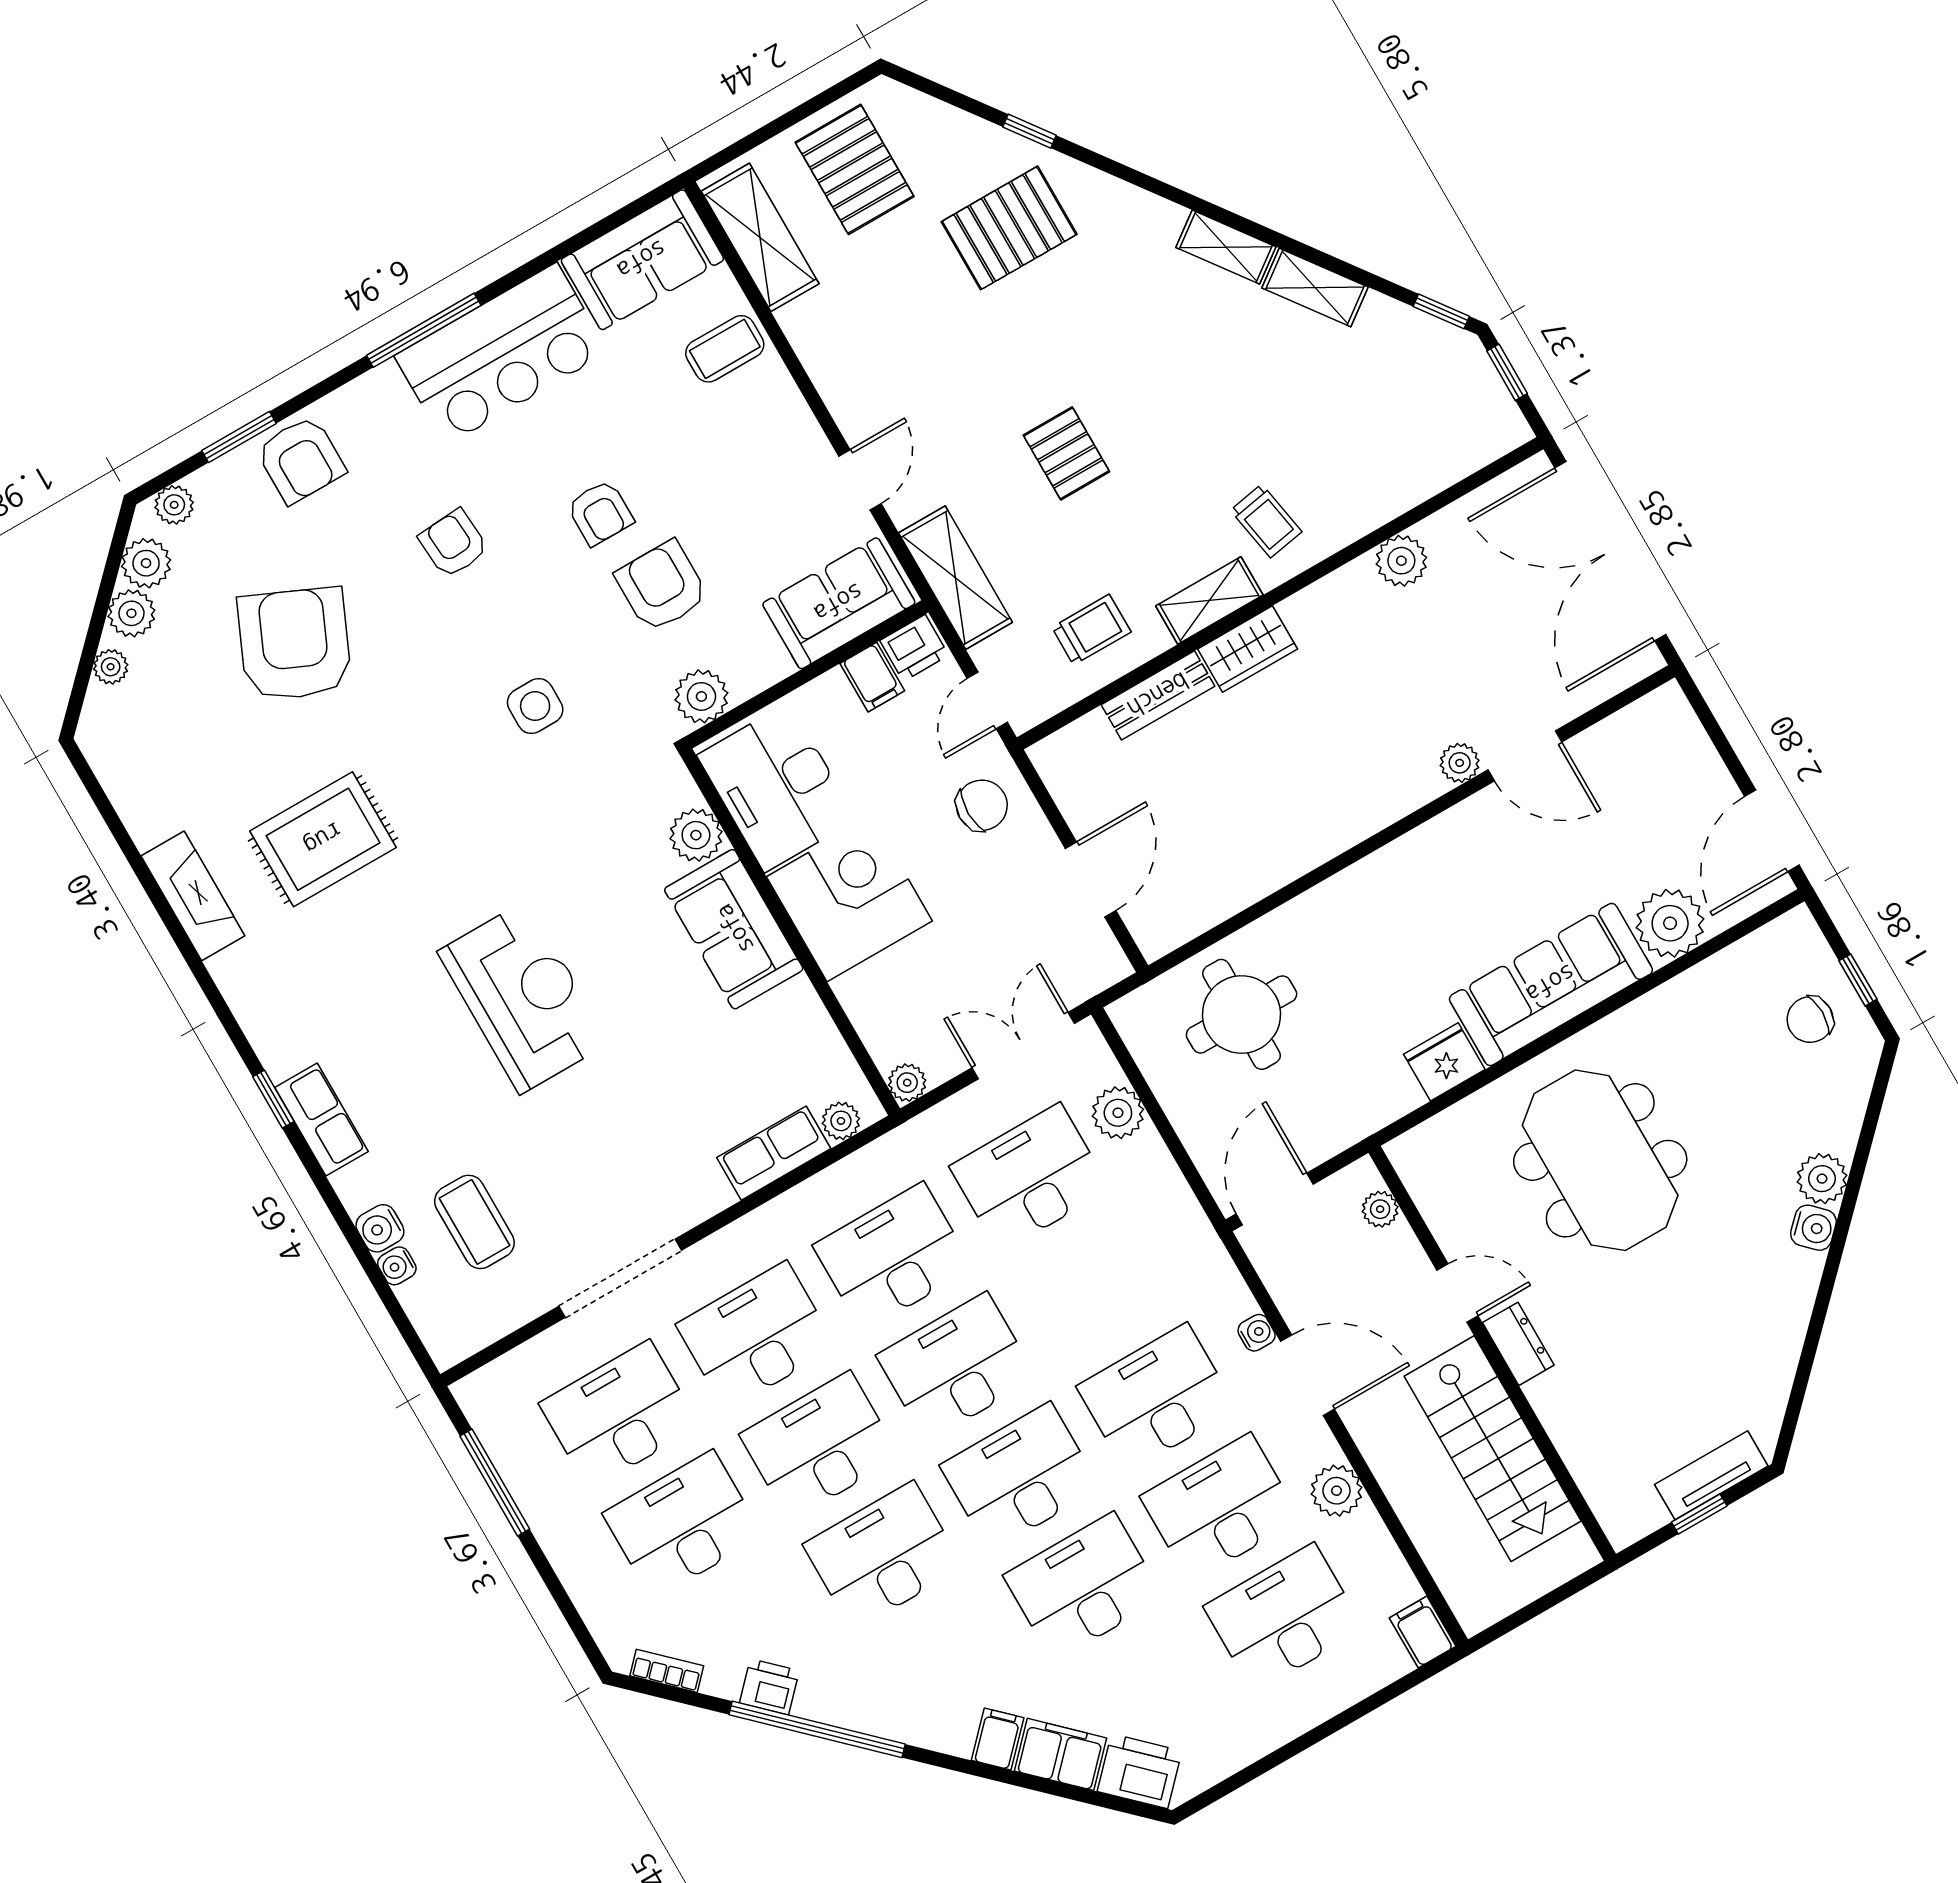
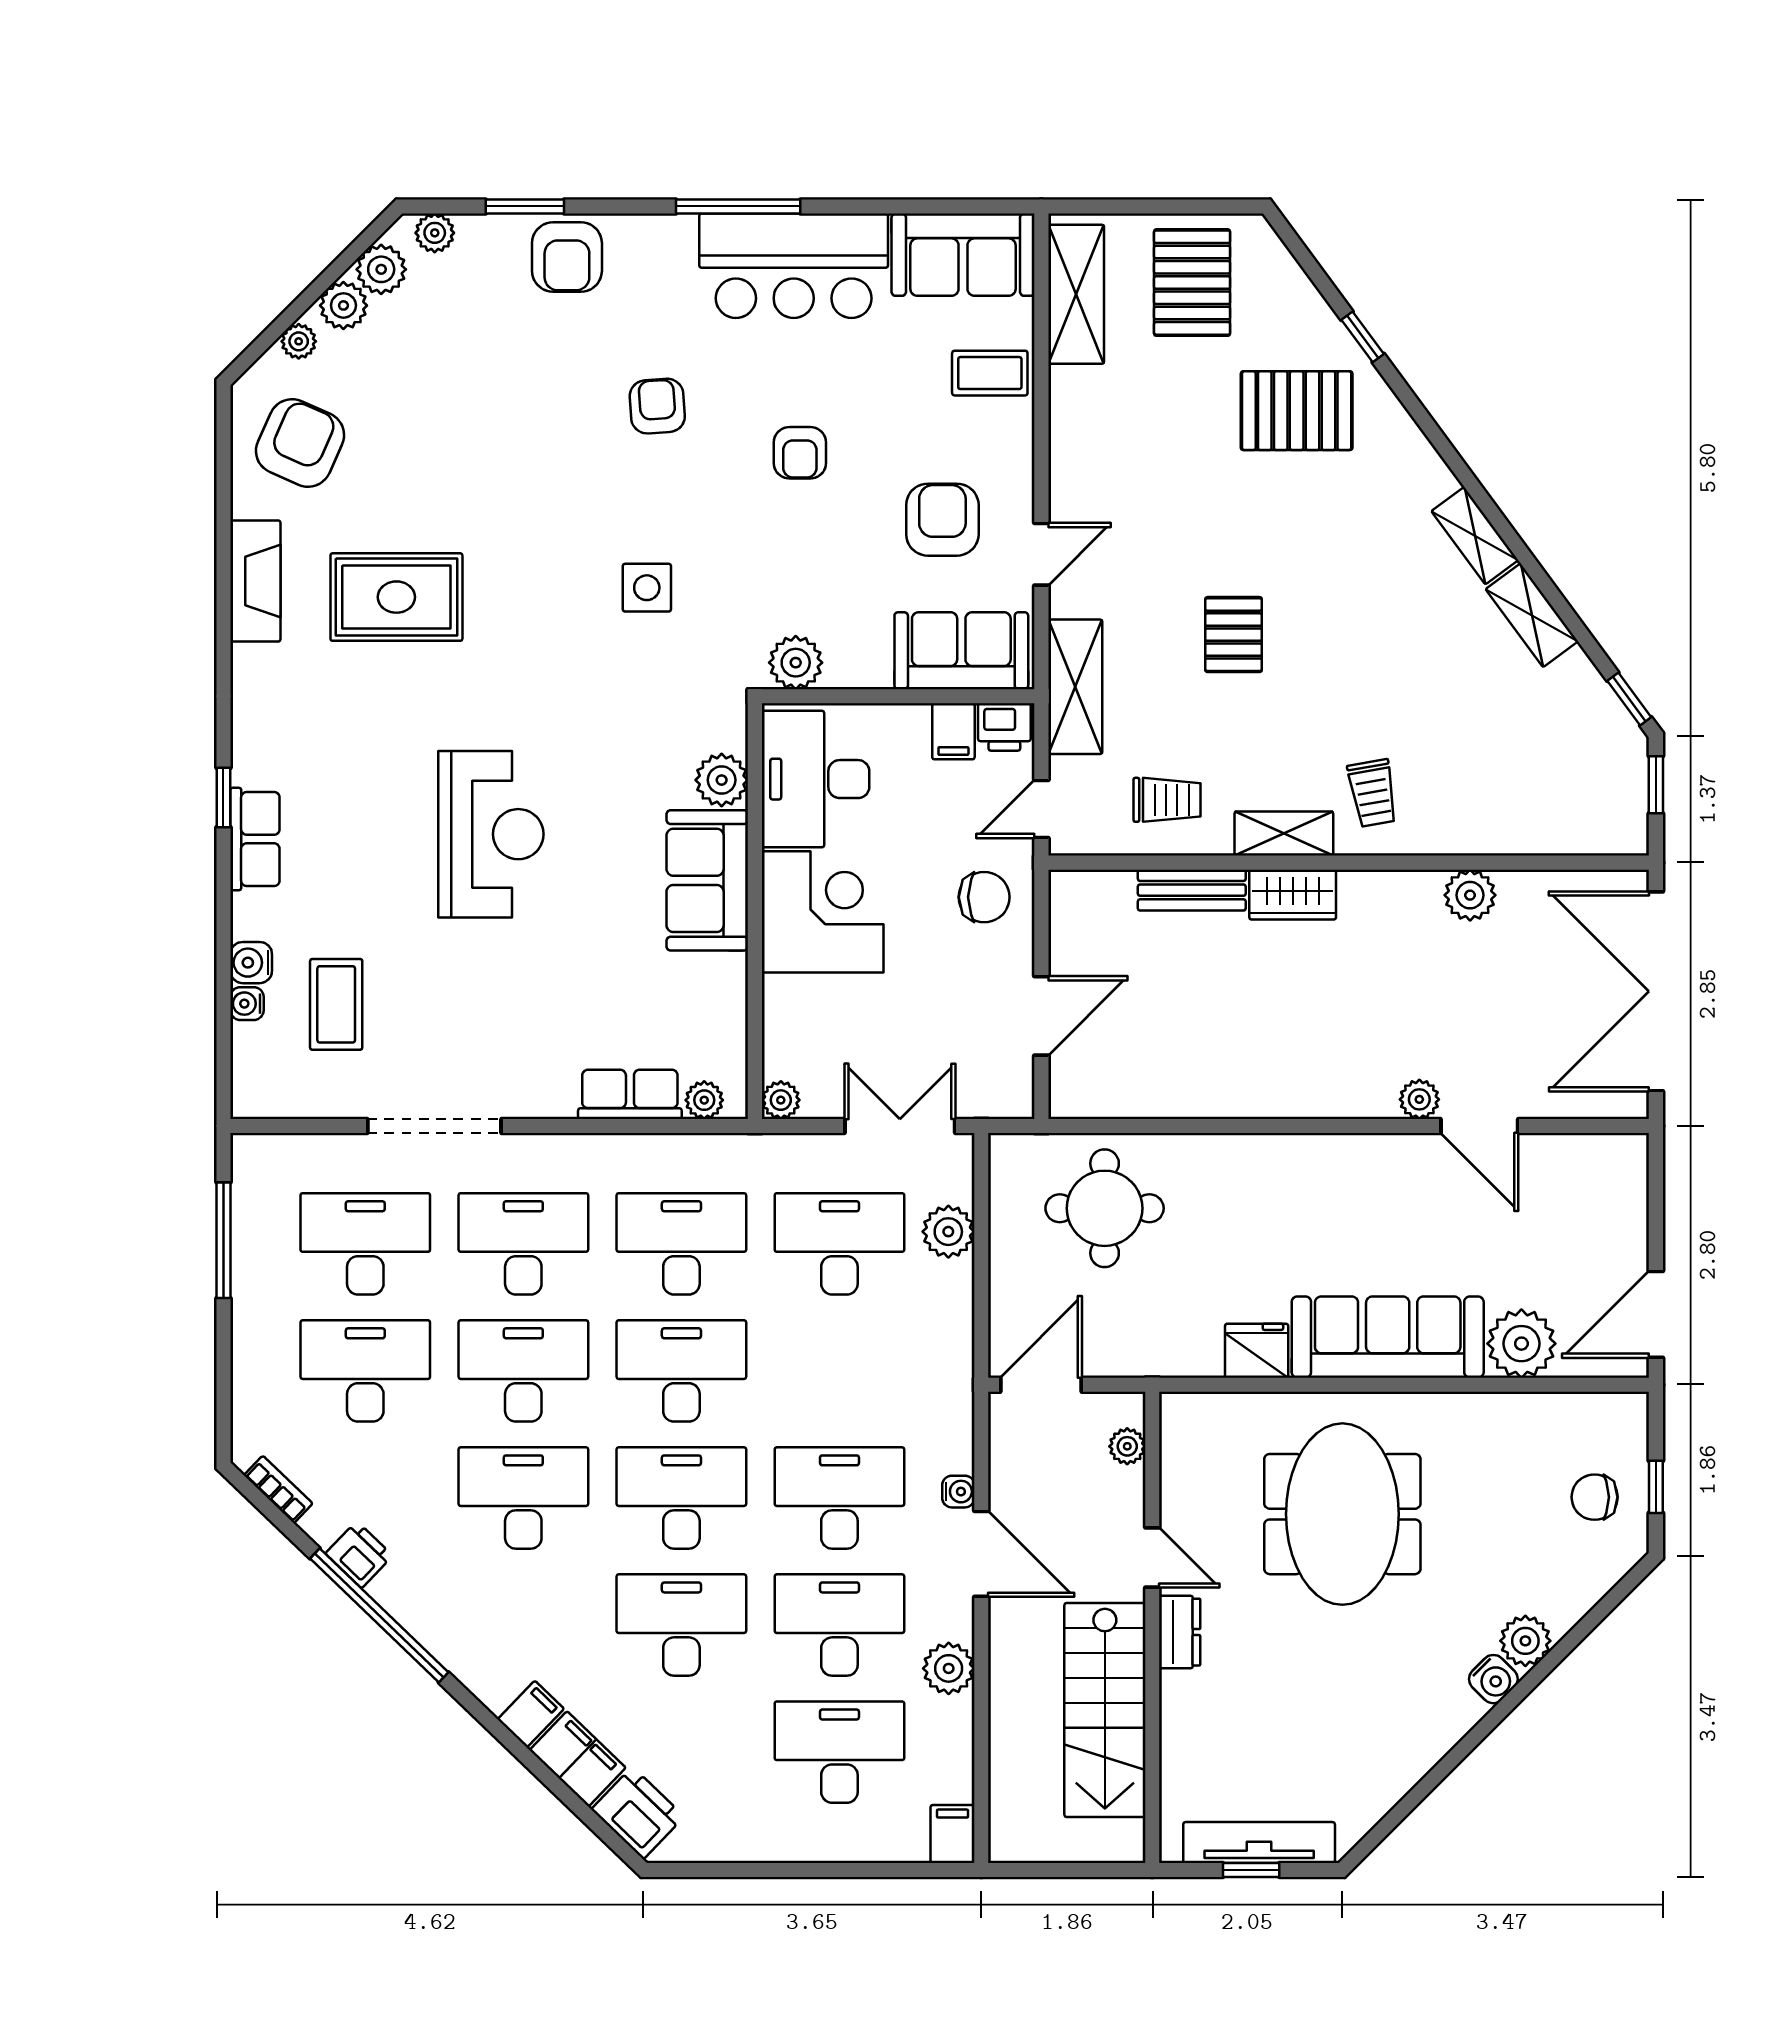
armchair: (662, 586) -> (942, 520), moved
armchair: (295, 644) -> (300, 443), moved, width x0.73, depth x0.73
tv unit: (1711, 1475) -> (1259, 1842), width x1.41

